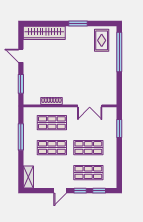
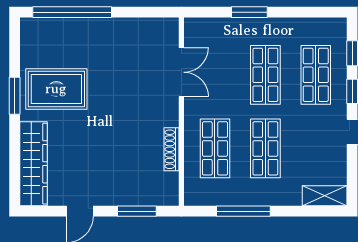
rug: (102, 40) -> (56, 89), moved, width x1.36, depth x1.43
window: (119, 129) -> (249, 12), moved

